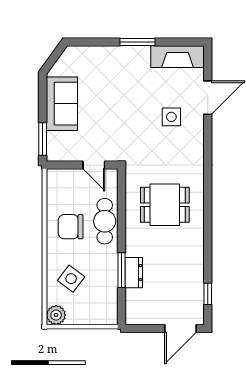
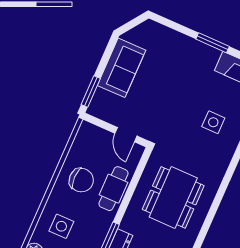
dining table: (165, 205) -> (173, 197), width x1.38
chair: (71, 227) -> (81, 180), turned 180
side table: (71, 279) -> (61, 226), turned -37

